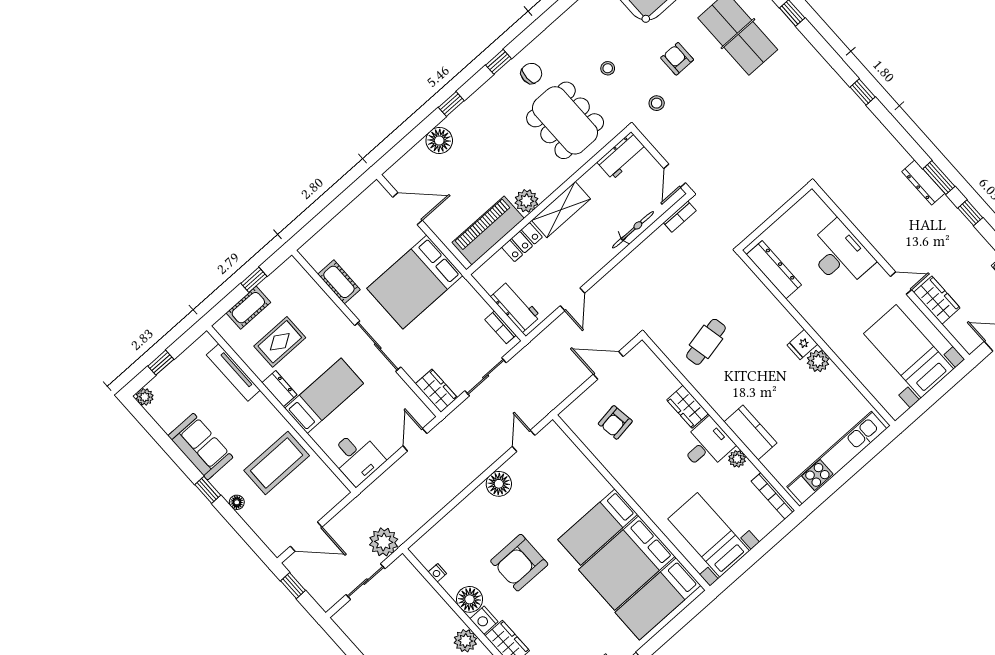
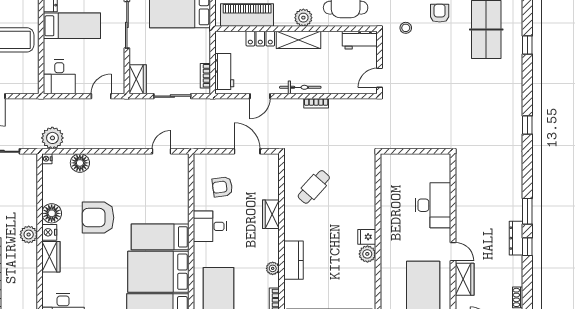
dresser: (923, 183) -> (516, 238), moved
plant: (526, 201) -> (303, 18), moved
bookcase: (680, 217) -> (316, 103), moved
bicycle: (633, 230) -> (300, 87), moved
dresser: (774, 270) -> (388, 180), removed
cafe table: (706, 342) -> (314, 187), turned -36
desk: (707, 445) -> (210, 226), moved, turned 180
floor lamp: (499, 484) -> (80, 163), moved
plant: (384, 542) -> (52, 138), moved
nightstand: (437, 573) -> (47, 159), moved

